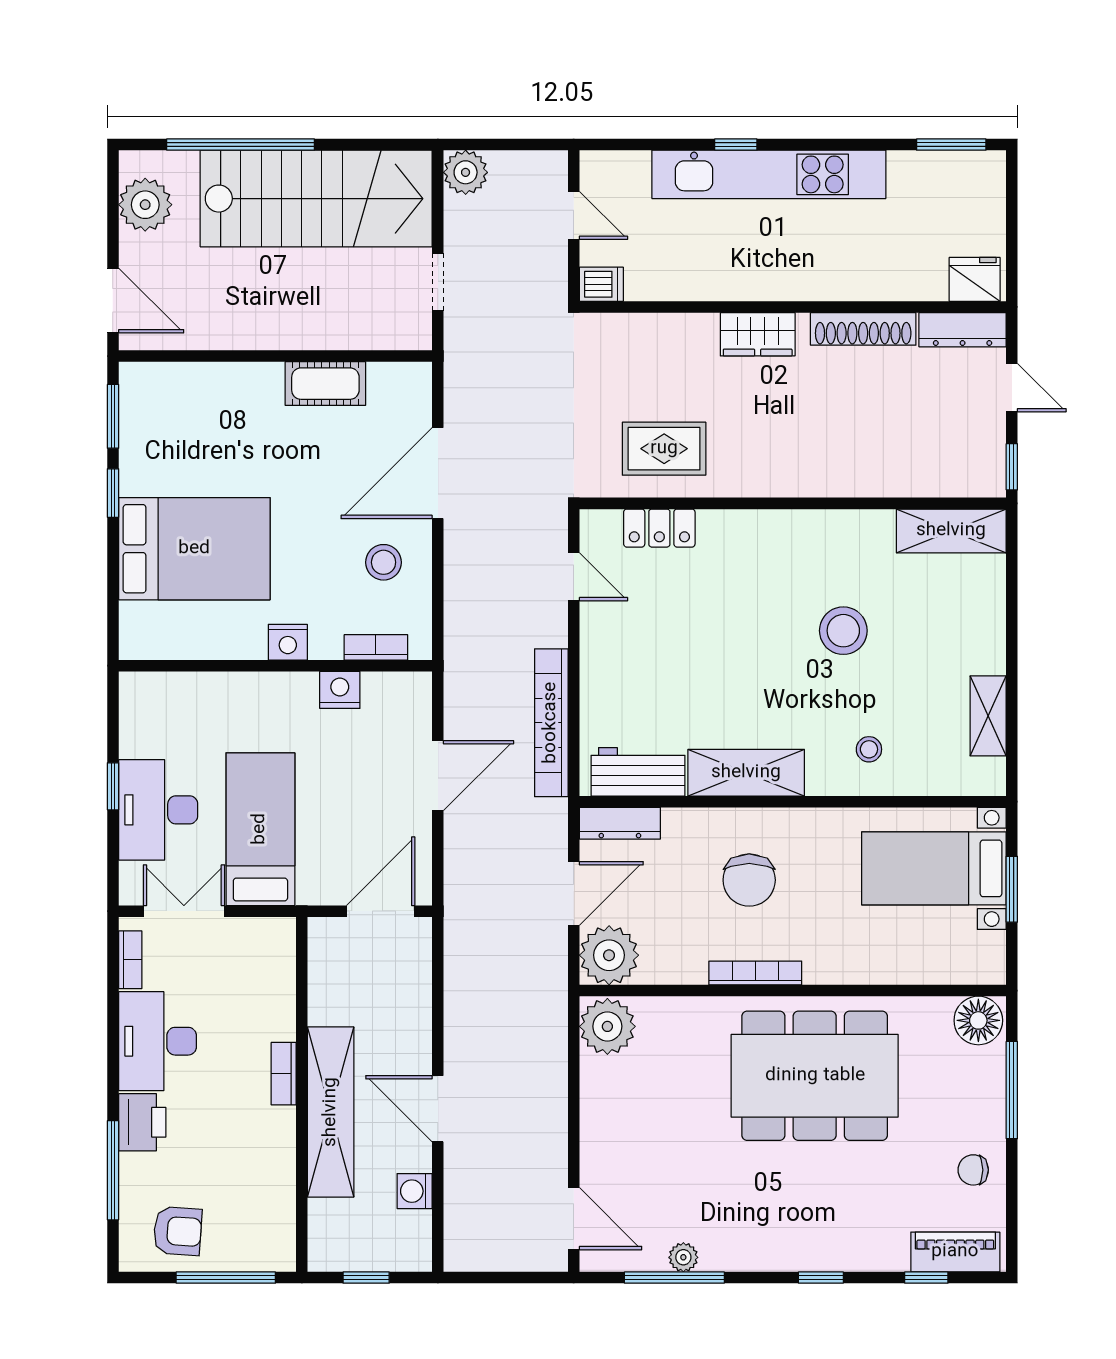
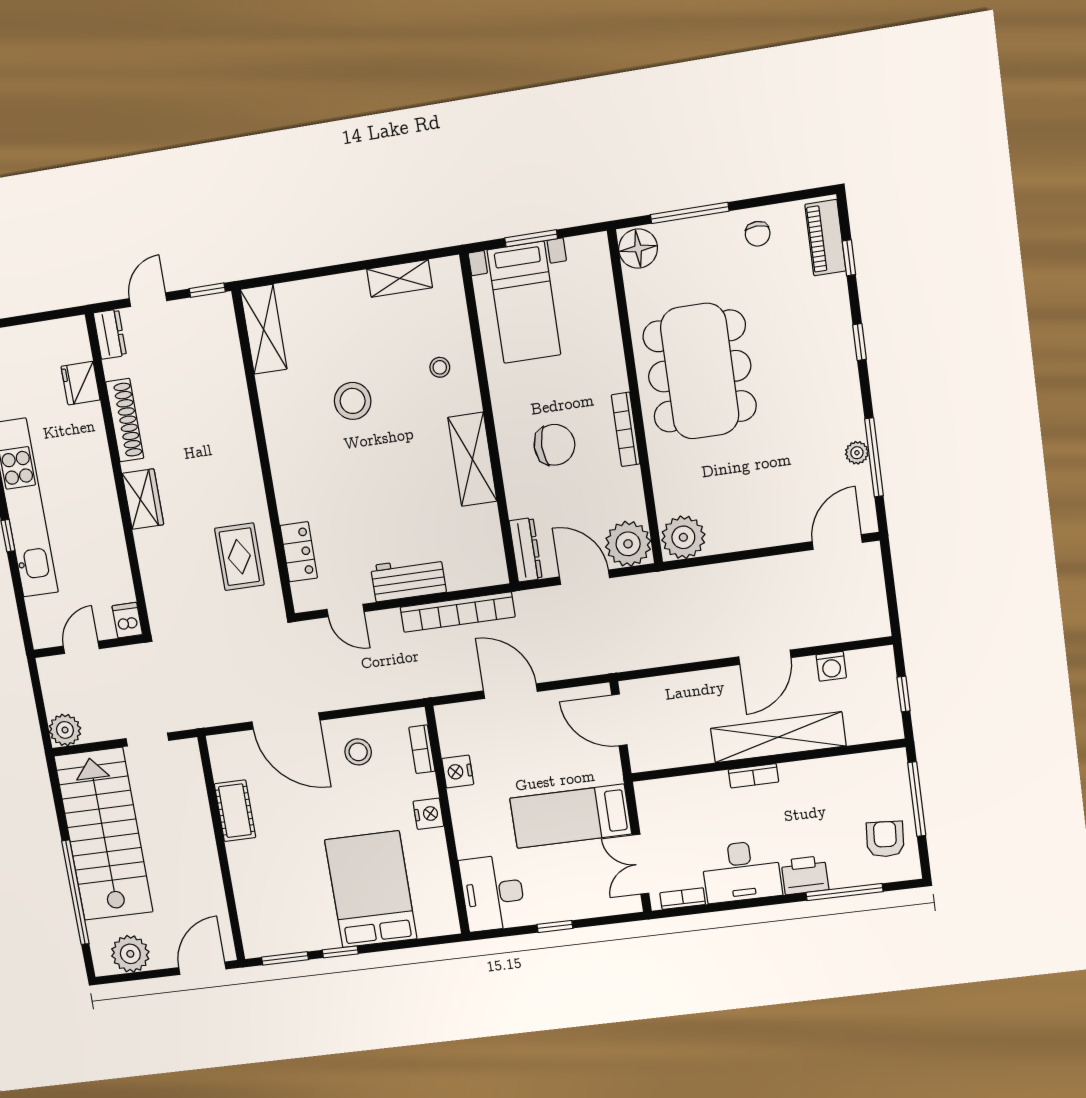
fridge: (975, 279) -> (81, 383), moved
dresser: (963, 330) -> (110, 334), width x0.70
door: (574, 577) -> (346, 611), swing flipped
workbench: (638, 772) -> (408, 579), moved, turned 90
desk: (158, 810) -> (493, 893), moved, turned 90

